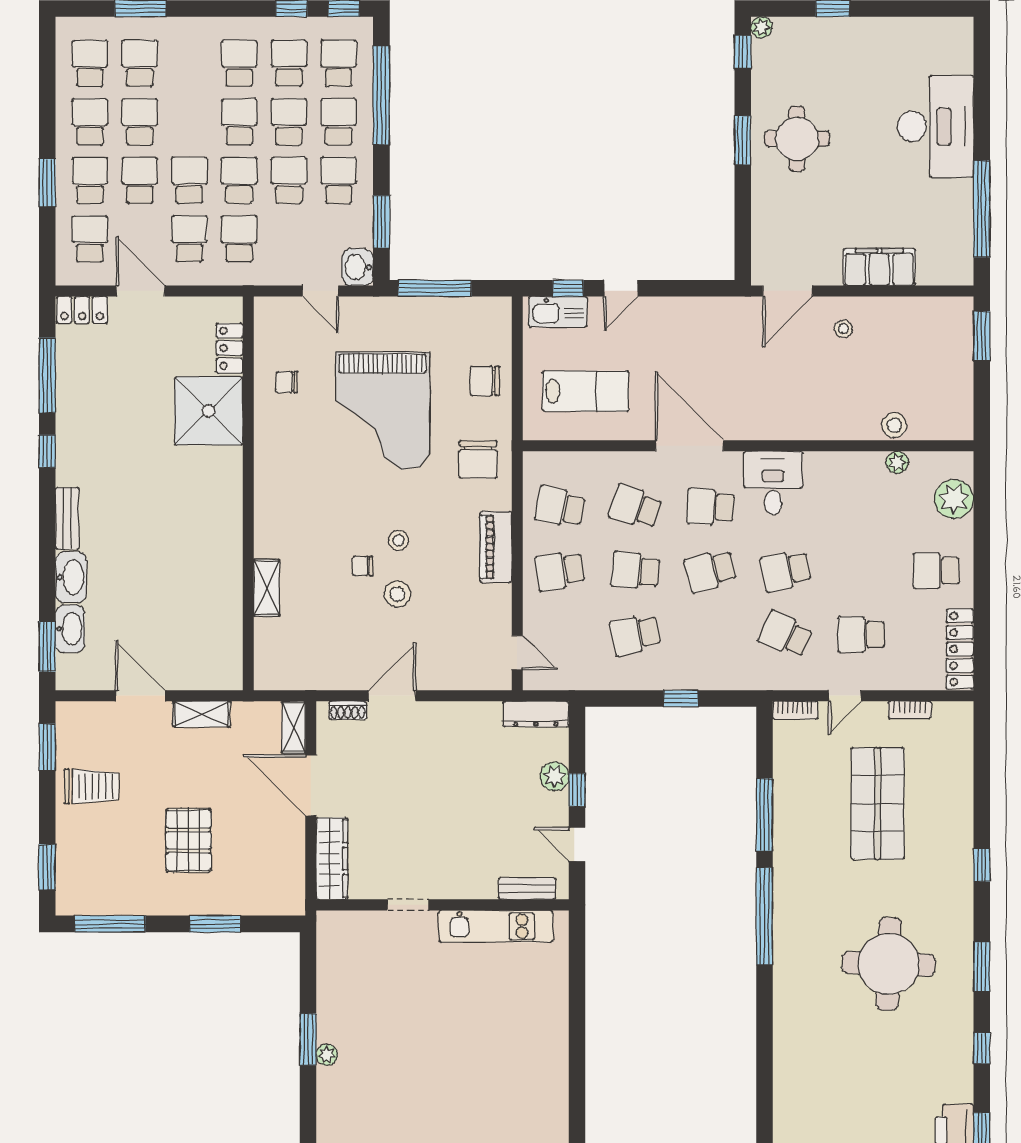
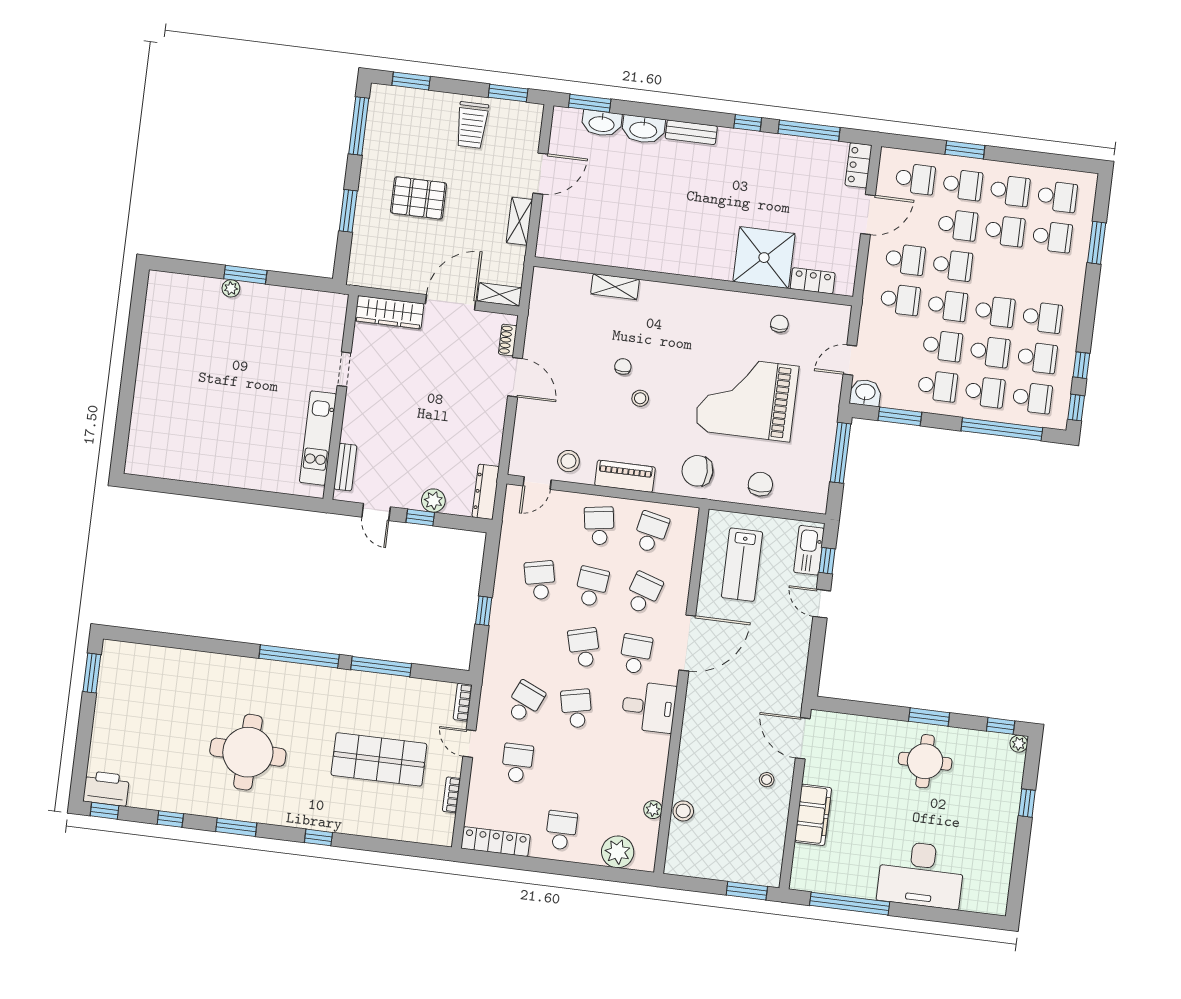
stool: (397, 594) -> (568, 461), moved
door: (577, 844) -> (376, 512), swing flipped

